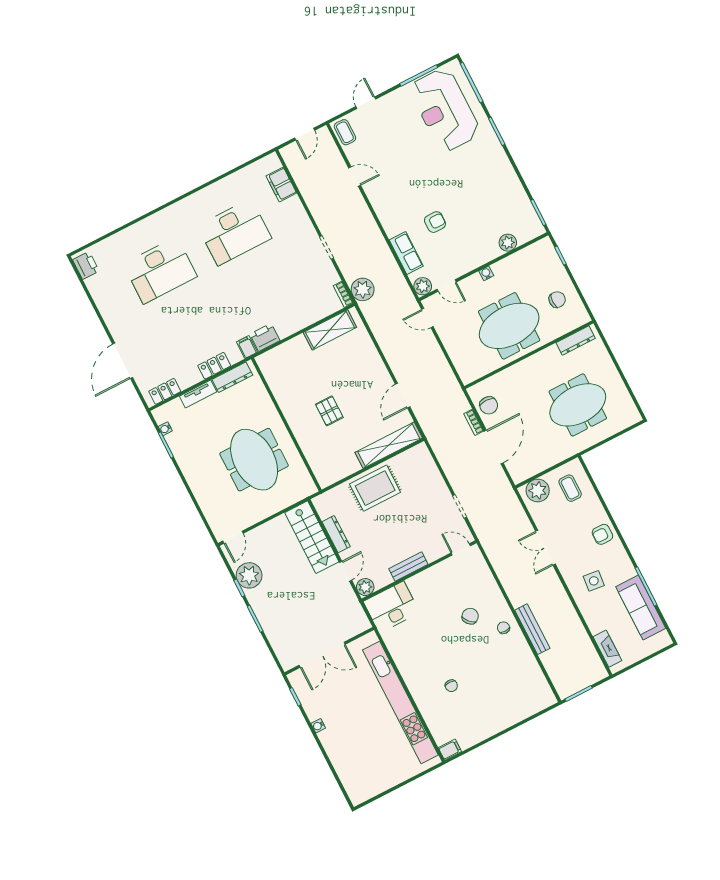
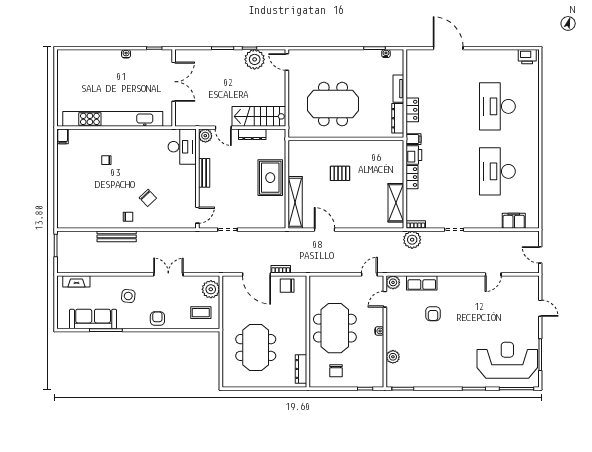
coffee table: (345, 132) -> (527, 283), removed
locker: (165, 391) -> (412, 177), moved
double door: (322, 655) -> (174, 82), swing flipped

